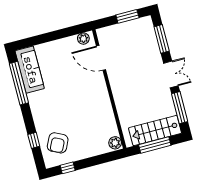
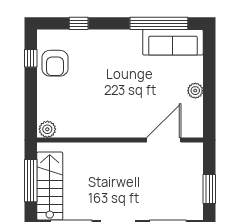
plant: (83, 39) -> (195, 91), moved
armchair: (58, 143) -> (55, 63), moved, turned -116

